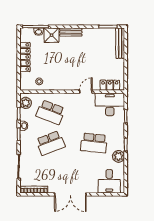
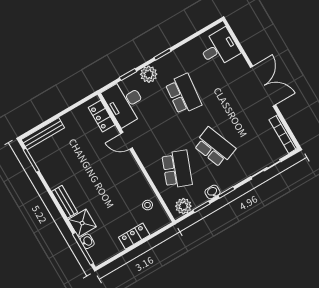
locker: (25, 57) -> (134, 236), width x0.66
plant: (118, 156) -> (149, 74), moved

